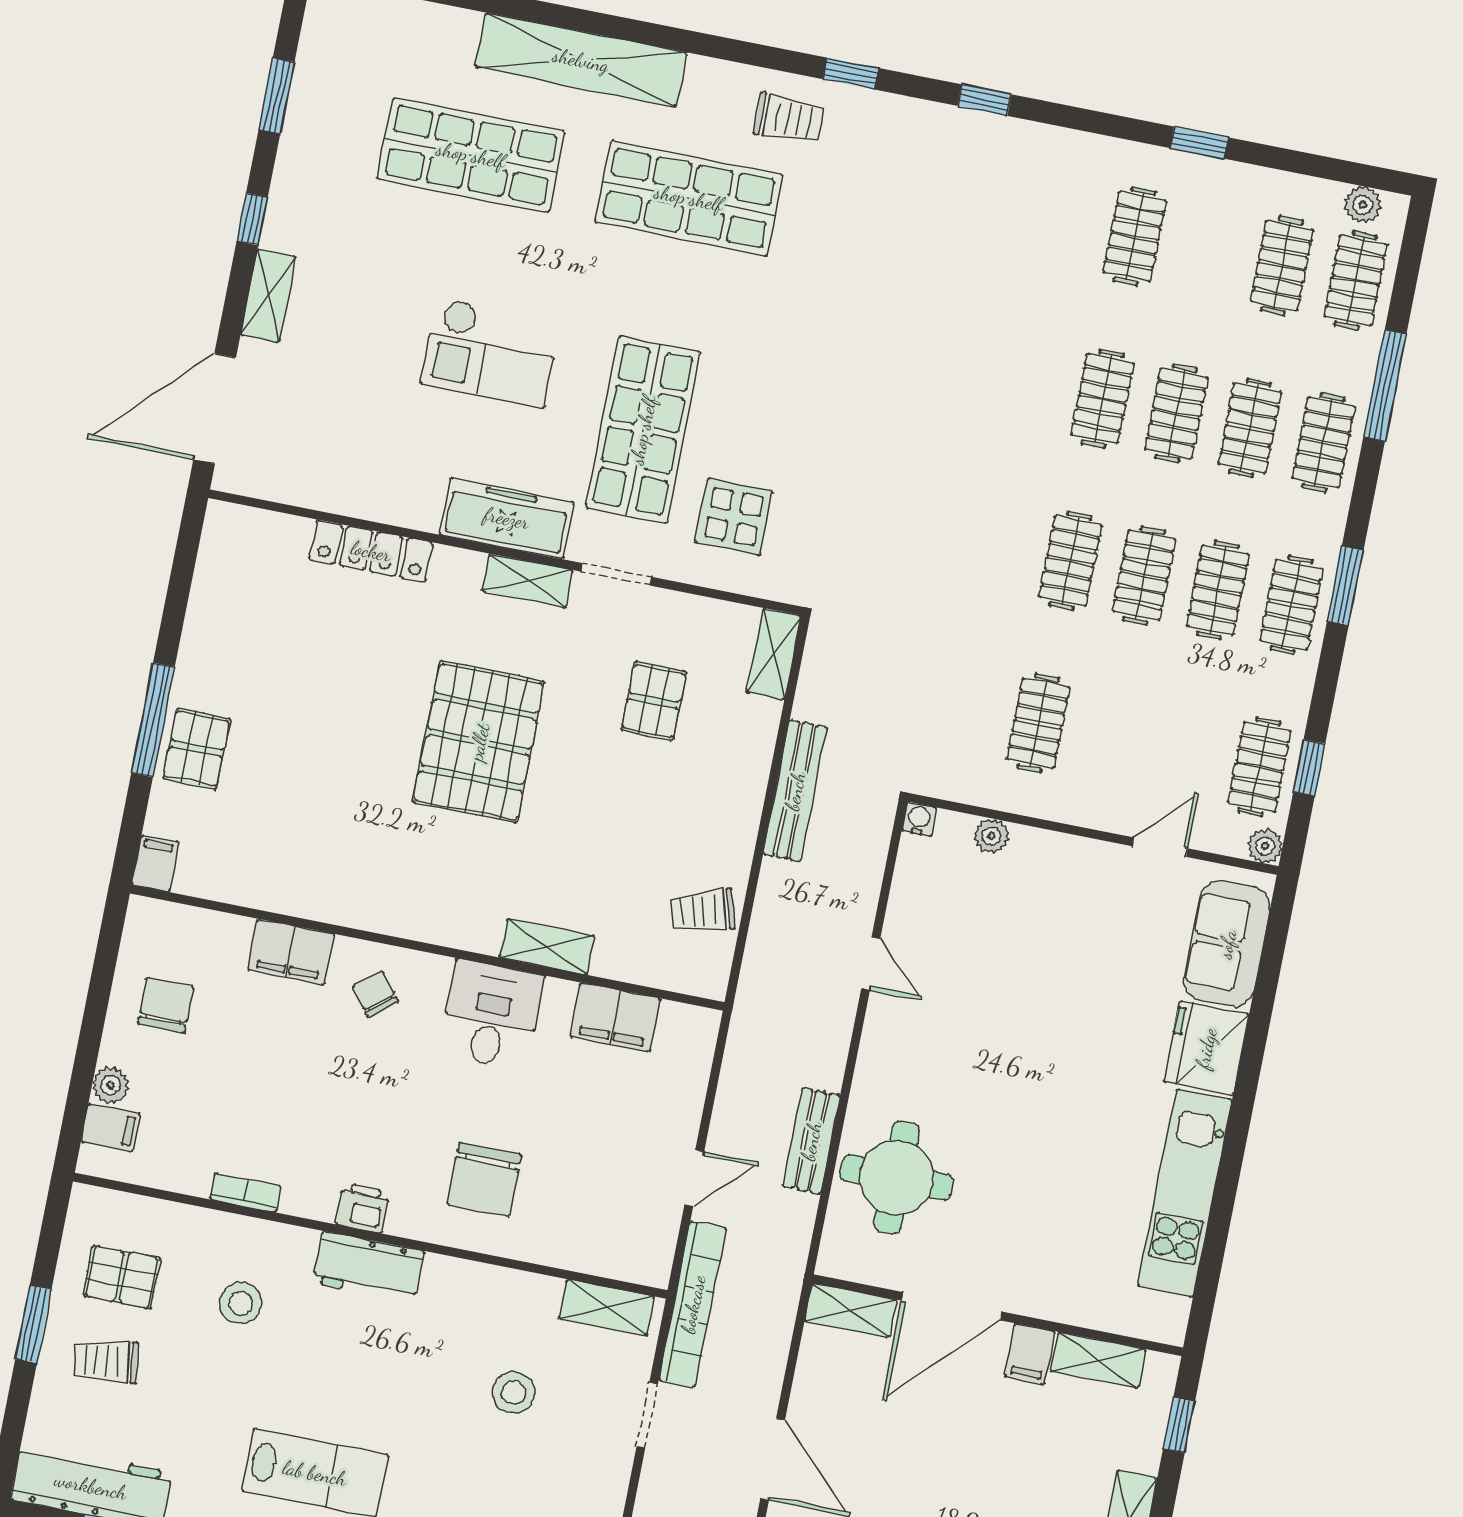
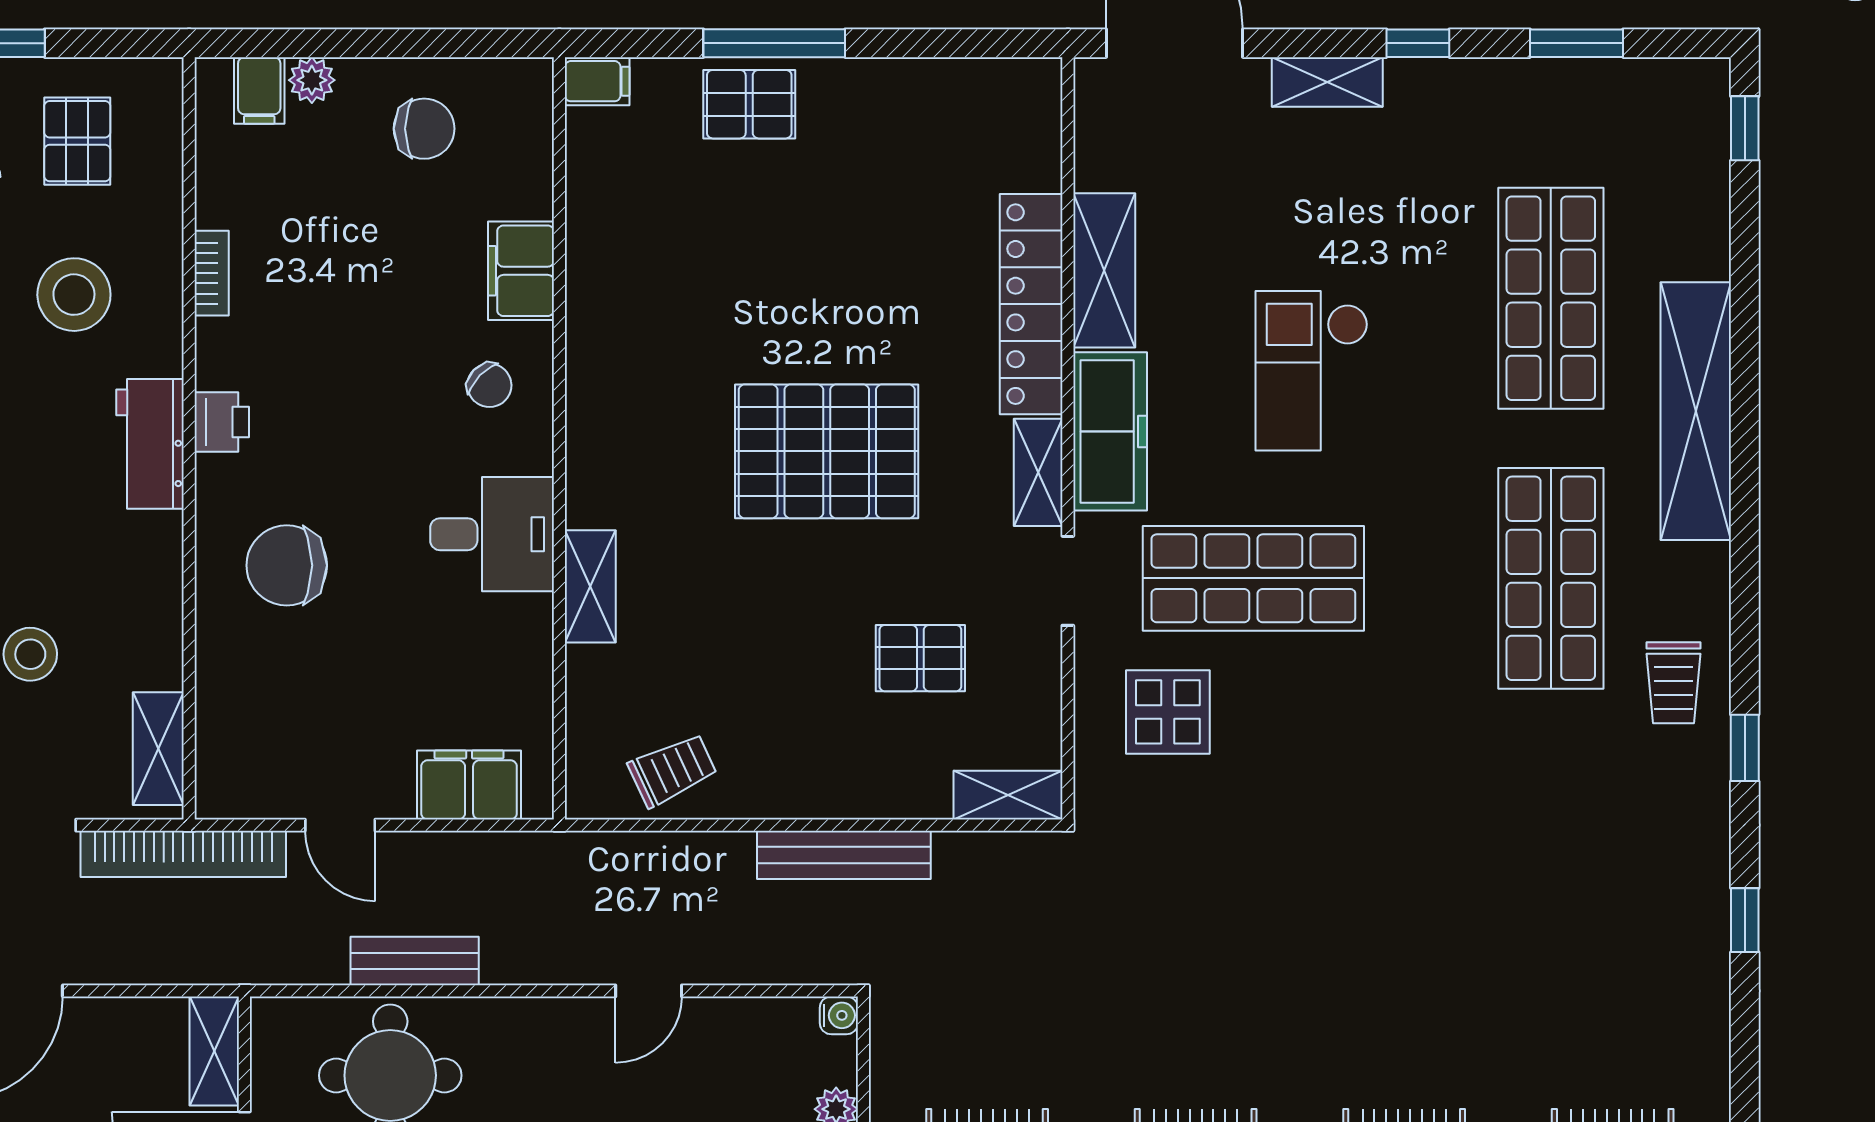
shelving: (381, 498) -> (1104, 270), added
locker: (371, 551) -> (1031, 304), width x1.41, depth x1.21
trolley: (703, 911) -> (672, 770), turned 81
chair: (375, 994) -> (489, 385), turned 82
filing cabinet: (615, 1017) -> (469, 785), moved, turned 90
stool: (241, 1303) -> (74, 295), width x1.38, depth x1.38

